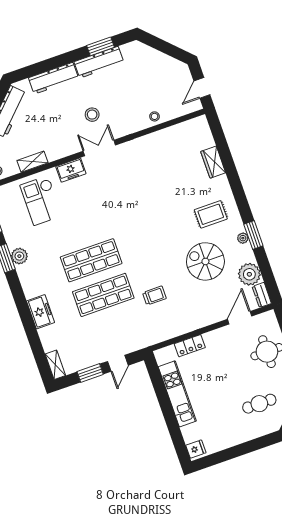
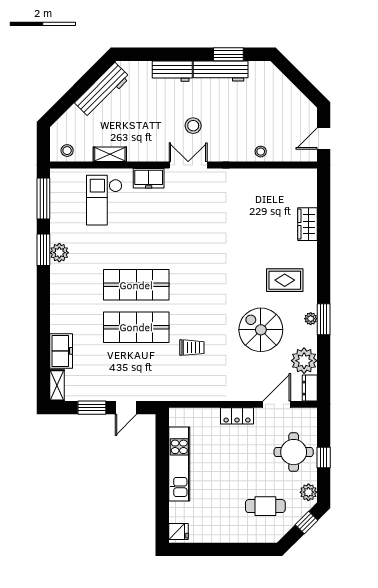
workbench: (54, 78) -> (172, 71), width x0.73
freezer: (41, 312) -> (61, 351), moved
locker: (190, 346) -> (237, 416), moved

